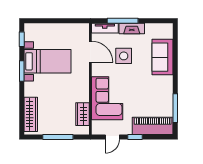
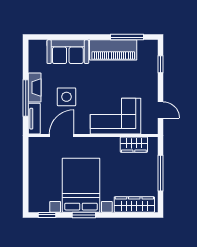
bed with nightstands: (47, 61) -> (81, 185), width x1.36
piano: (153, 126) -> (113, 50), moved, turned -90
window: (135, 137) -> (160, 64), moved

